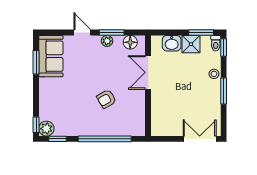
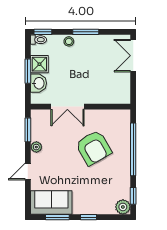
window: (112, 33) -> (28, 130), moved
window: (201, 33) -> (28, 71), moved
floor lamp: (130, 42) -> (38, 124), removed
armchair: (106, 99) -> (94, 148), width x1.88, depth x1.88
window: (36, 125) -> (89, 217), moved

